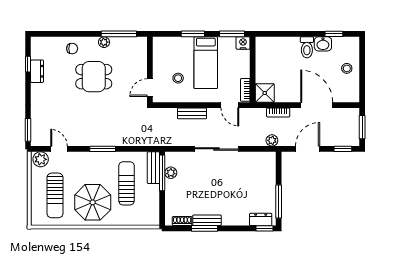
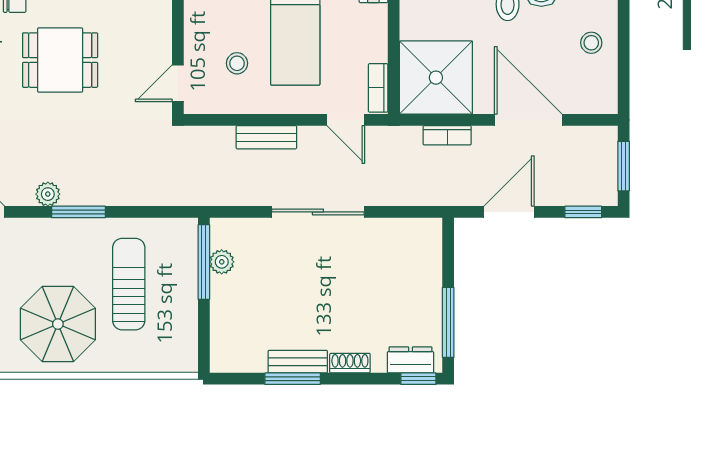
shower: (265, 93) -> (436, 78), width x1.86, depth x1.86
plant: (272, 140) -> (48, 194), moved
bench: (153, 168) -> (185, 251), removed
shoe rack: (182, 221) -> (350, 363), moved

